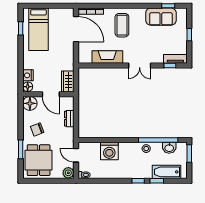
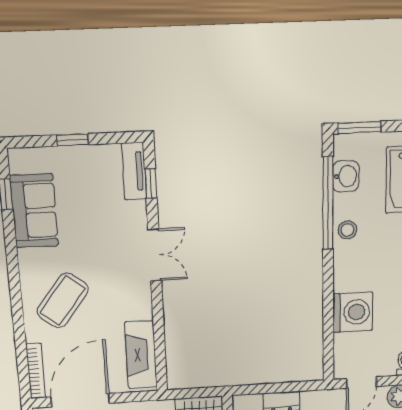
coffee table: (122, 25) -> (63, 300), turned -52
fireplace: (107, 57) -> (141, 355), moved

